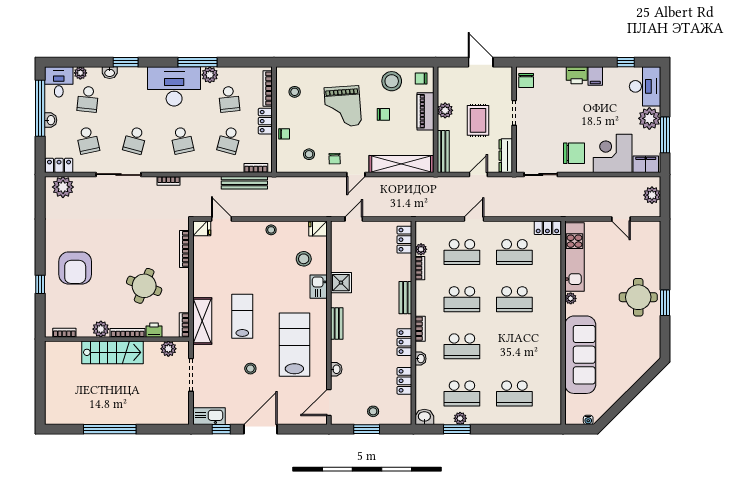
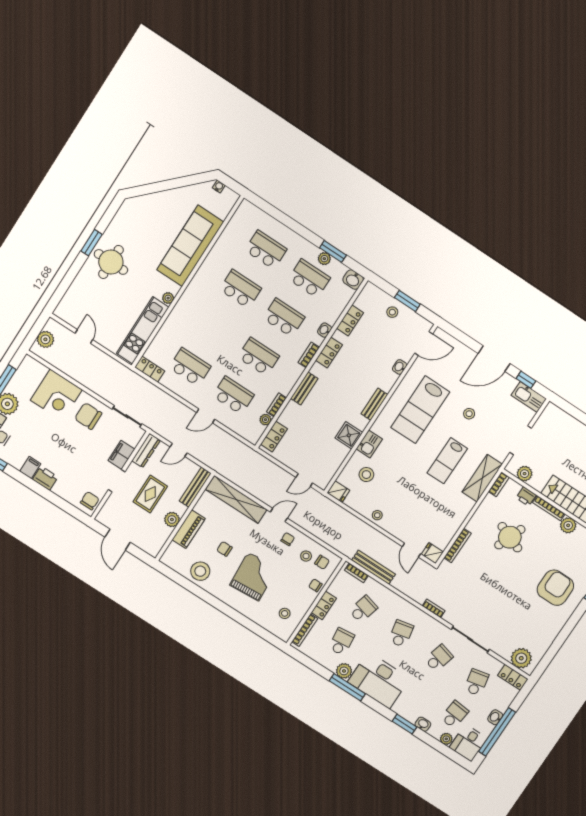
chair: (421, 79) -> (322, 562), moved
filing cabinet: (646, 164) -> (121, 455), moved, turned 90
school desk: (514, 299) -> (240, 289), moved

